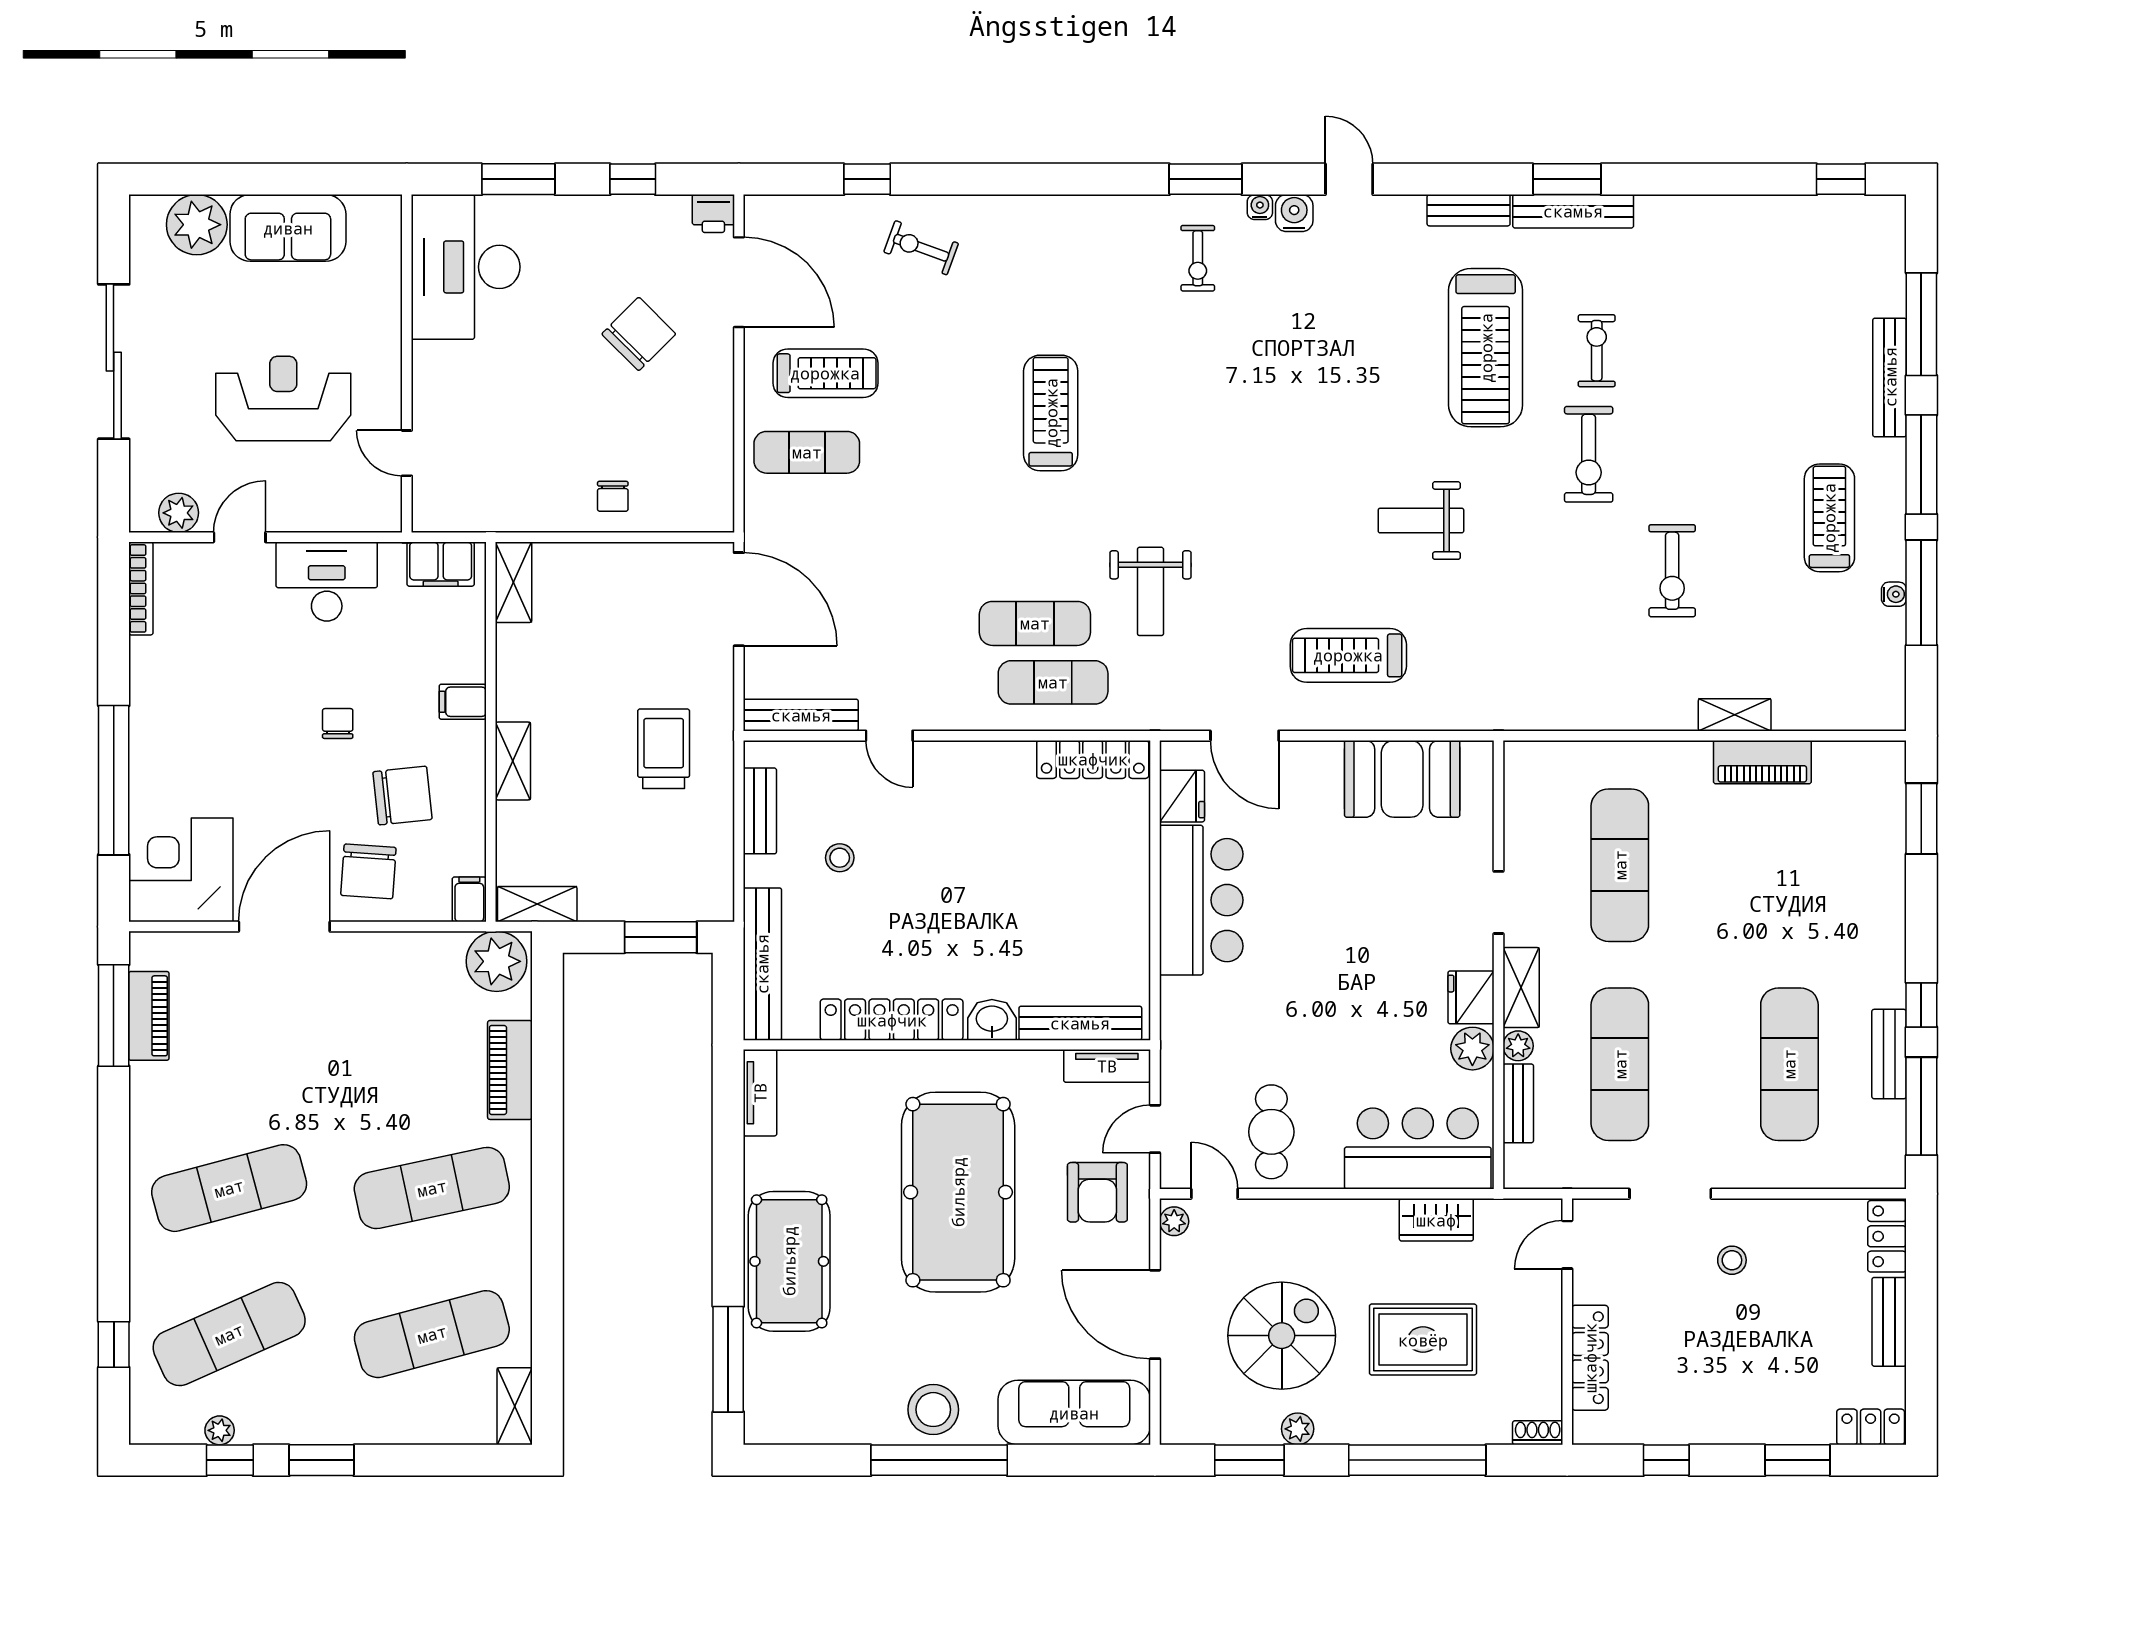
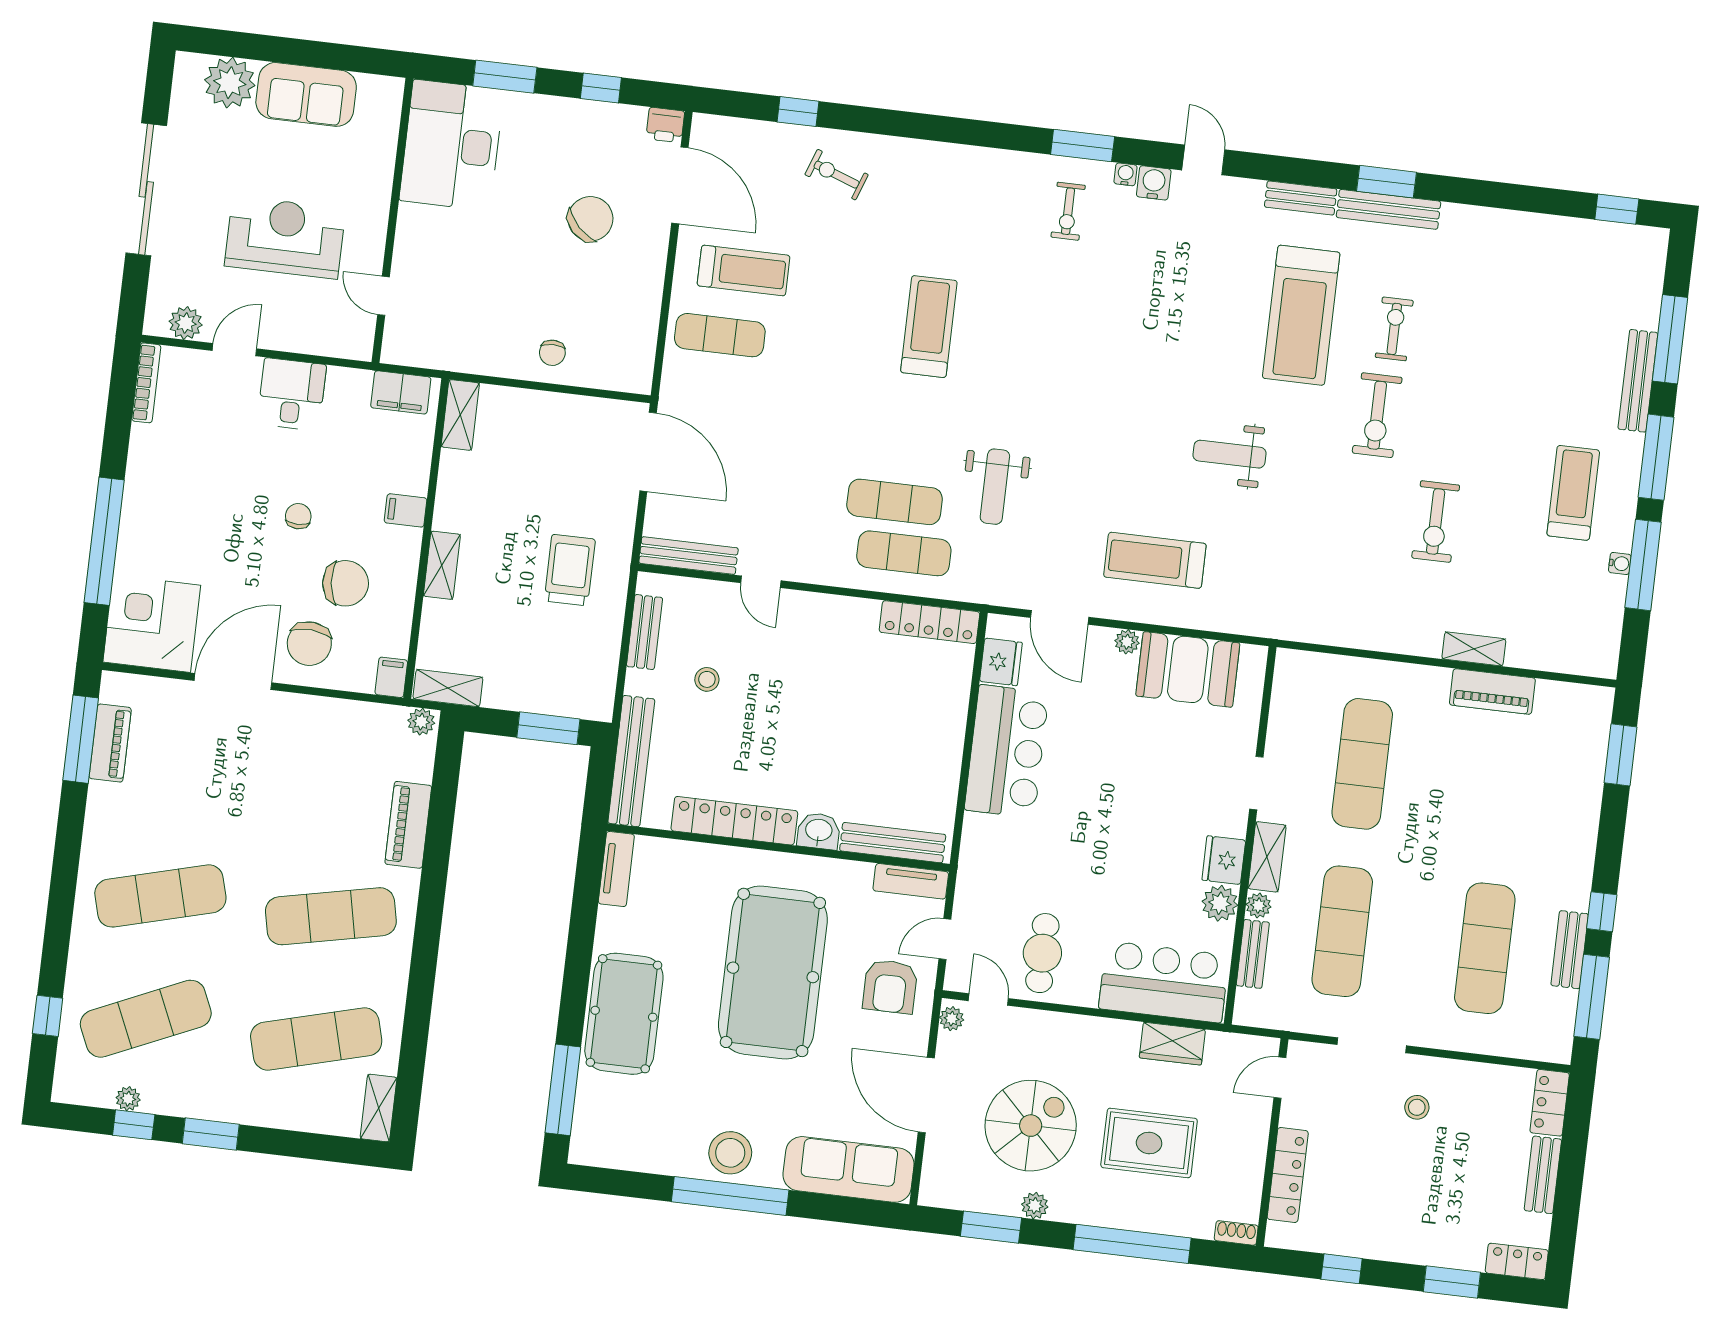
desk: (327, 581) -> (292, 394), width x0.73
plant: (1327, 755) -> (1127, 642), added
plant: (497, 961) -> (421, 722), width x0.53, depth x0.53

